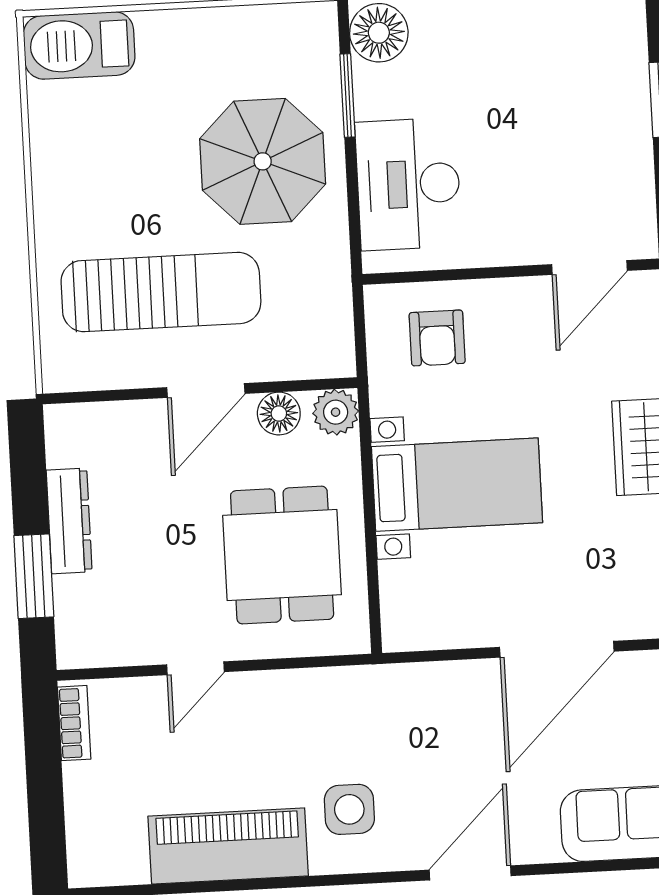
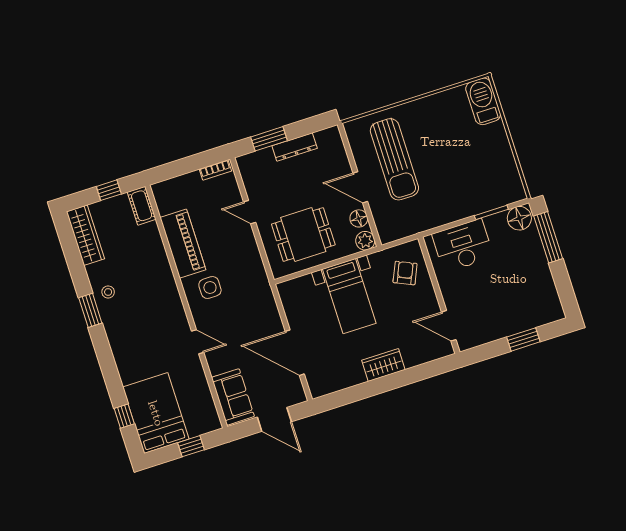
parasol: (263, 161) -> (457, 186), removed
armchair: (437, 338) -> (405, 273), turned 114
door: (470, 873) -> (198, 342), width x0.73

